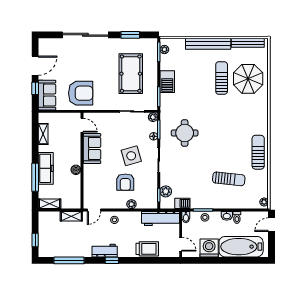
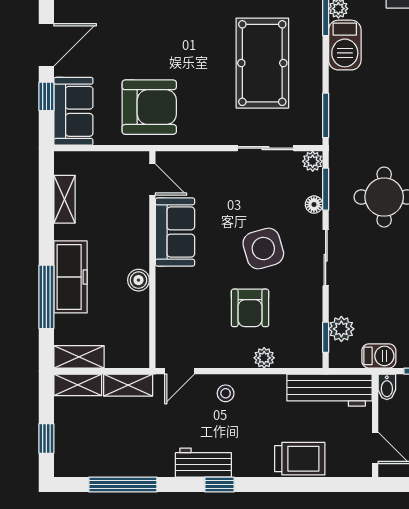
barbecue: (167, 82) -> (345, 45), moved
shelving: (49, 216) -> (78, 385), added

